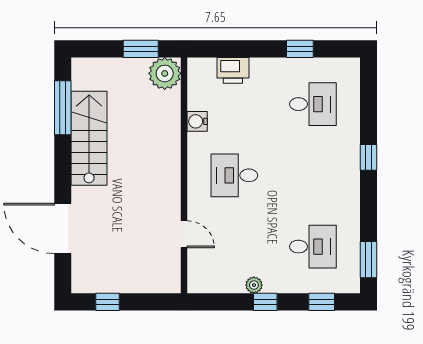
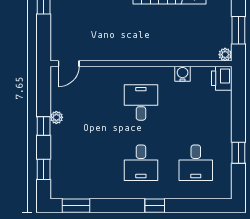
printer: (233, 70) -> (222, 78), moved
plant: (165, 73) -> (225, 55), width x0.53, depth x0.53
door: (184, 234) -> (69, 64), moved
desk: (313, 247) -> (141, 163), moved

